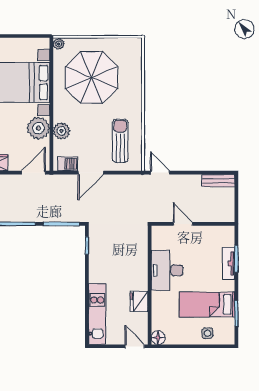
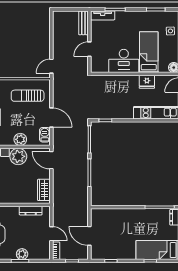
bench: (218, 181) -> (83, 23), moved
tv unit: (228, 263) -> (103, 15), moved
bed: (207, 305) -> (149, 52), moved, turned 180

